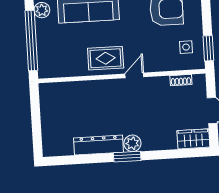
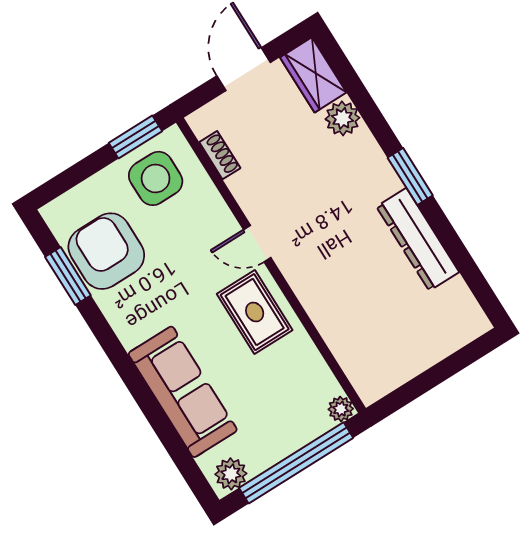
side table: (186, 47) -> (156, 178), width x1.87, depth x1.87
plant: (44, 72) -> (341, 409), added
plant: (132, 143) -> (342, 118), moved

